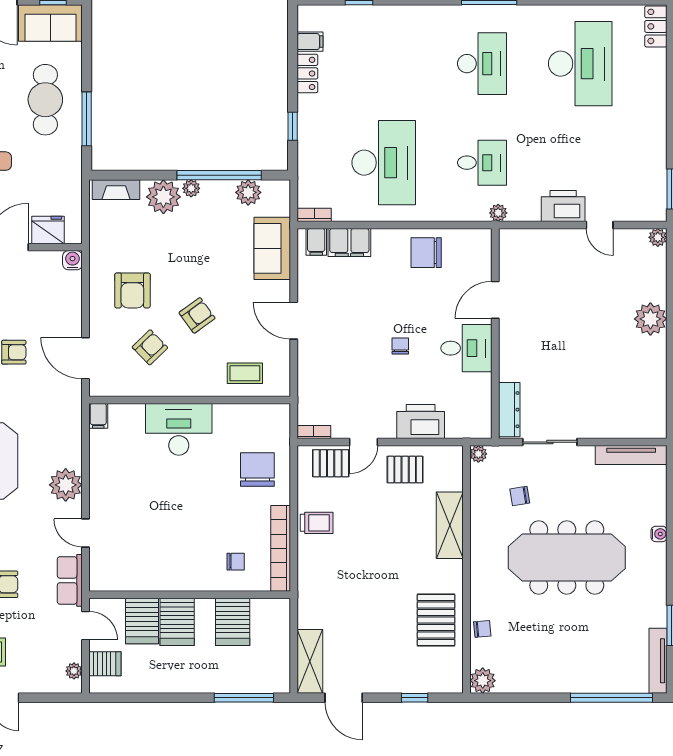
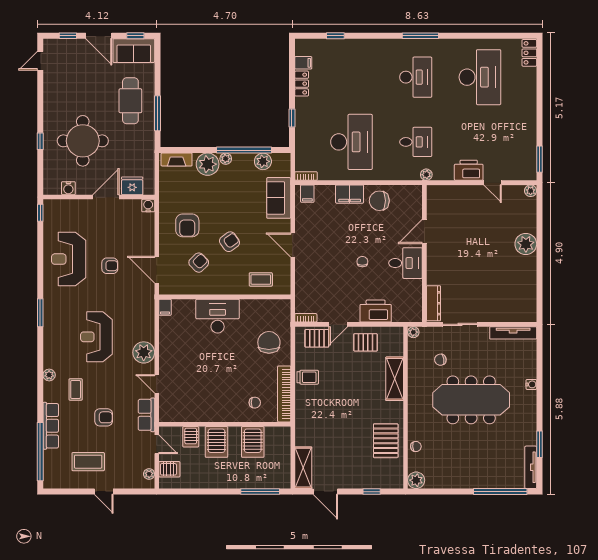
filing cabinet: (349, 242) -> (350, 194), moved
server rack: (142, 621) -> (191, 437), width x0.73, depth x0.70

